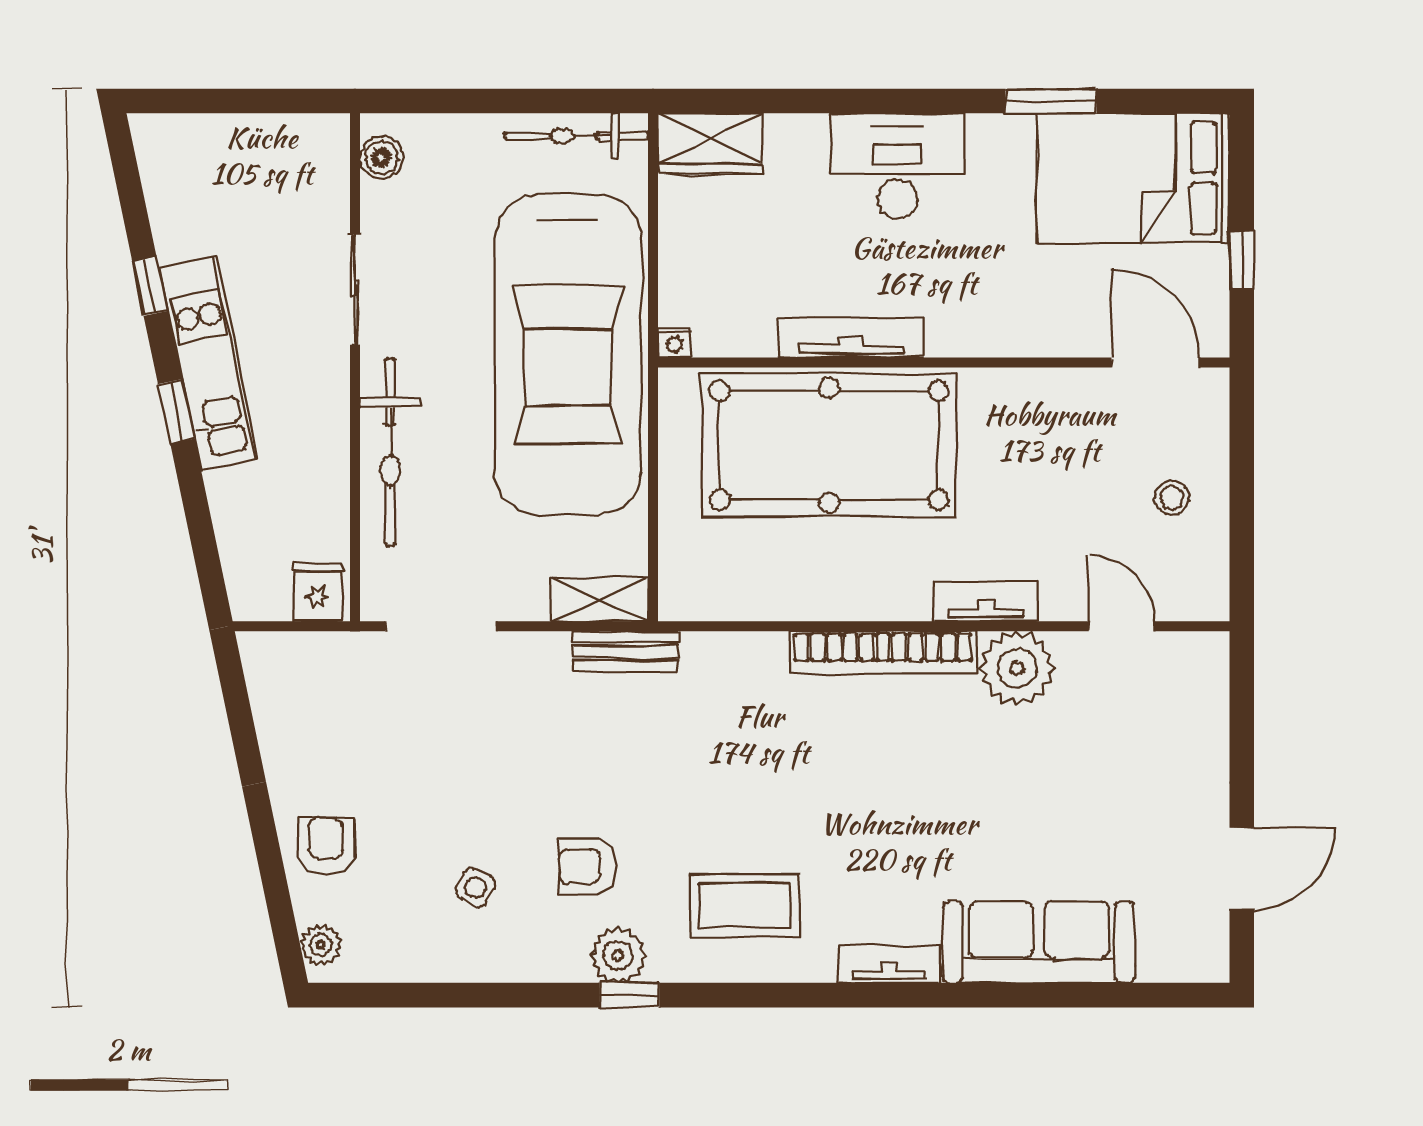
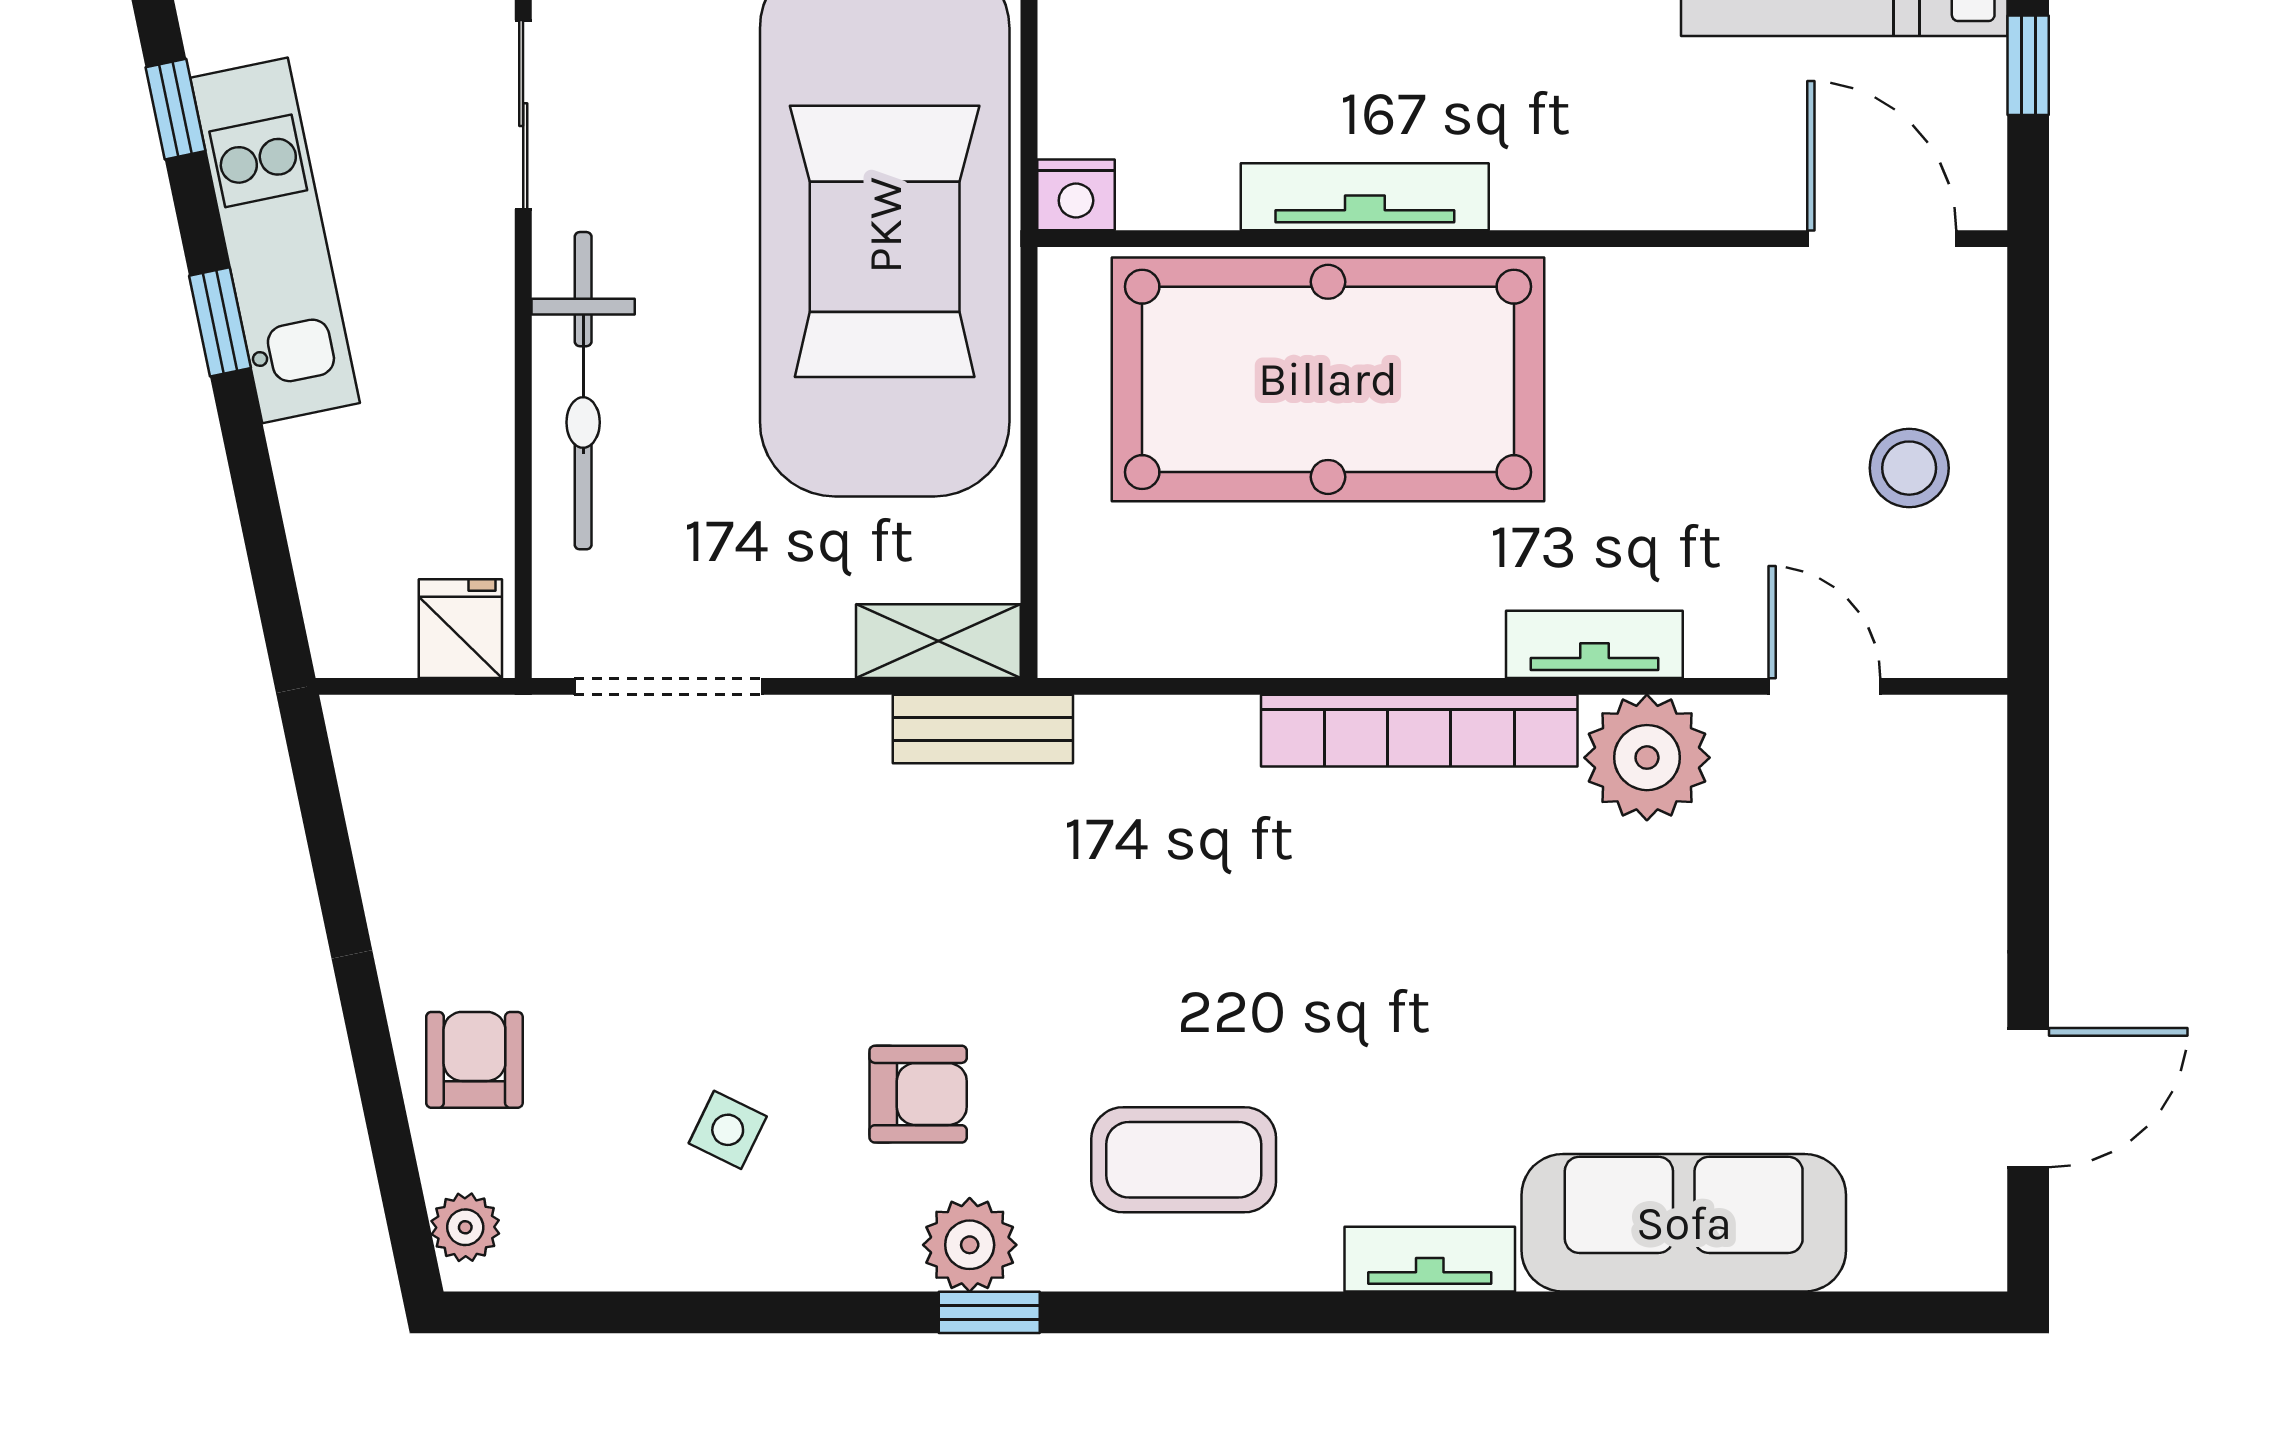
nightstand: (674, 342) -> (1076, 195), width x1.39, depth x1.35
stool: (1172, 498) -> (1909, 468), width x1.37, depth x1.37
armchair: (588, 866) -> (918, 1094), turned 180

